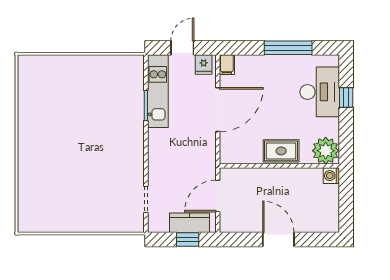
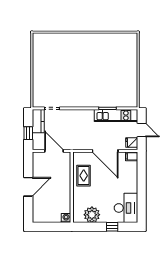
window: (288, 48) -> (142, 193), removed
desk: (320, 92) -> (126, 208), moved, turned -90
rug: (281, 151) -> (84, 176), moved
plant: (326, 151) -> (92, 215), moved
kitchen counter: (189, 223) -> (38, 121), moved

